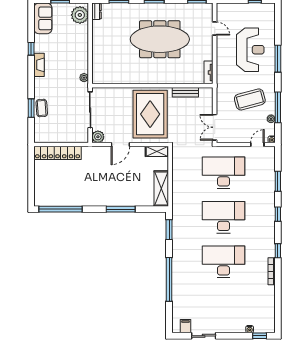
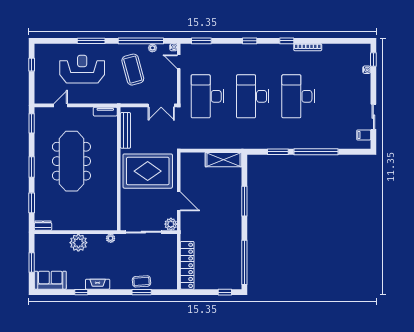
plant: (80, 15) -> (78, 243), moved
bench: (185, 92) -> (125, 130), width x1.36
window: (278, 107) -> (141, 41), width x1.46
shelving: (157, 151) -> (186, 164), removed
window: (278, 181) -> (201, 41), moved
window: (31, 190) -> (225, 292), added
window: (169, 230) -> (278, 152), moved

